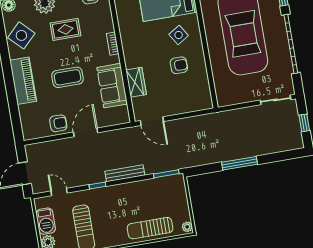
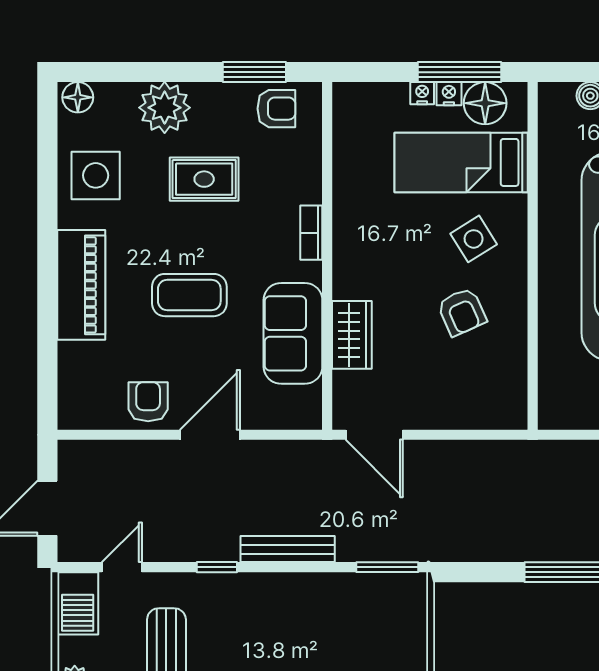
side table: (21, 35) -> (96, 175), turned 45
armchair: (179, 65) -> (462, 312), turned 66
armchair: (58, 123) -> (148, 402), turned -90
door: (59, 192) -> (122, 567), hinge flipped
barbecue: (46, 221) -> (78, 603), moved

